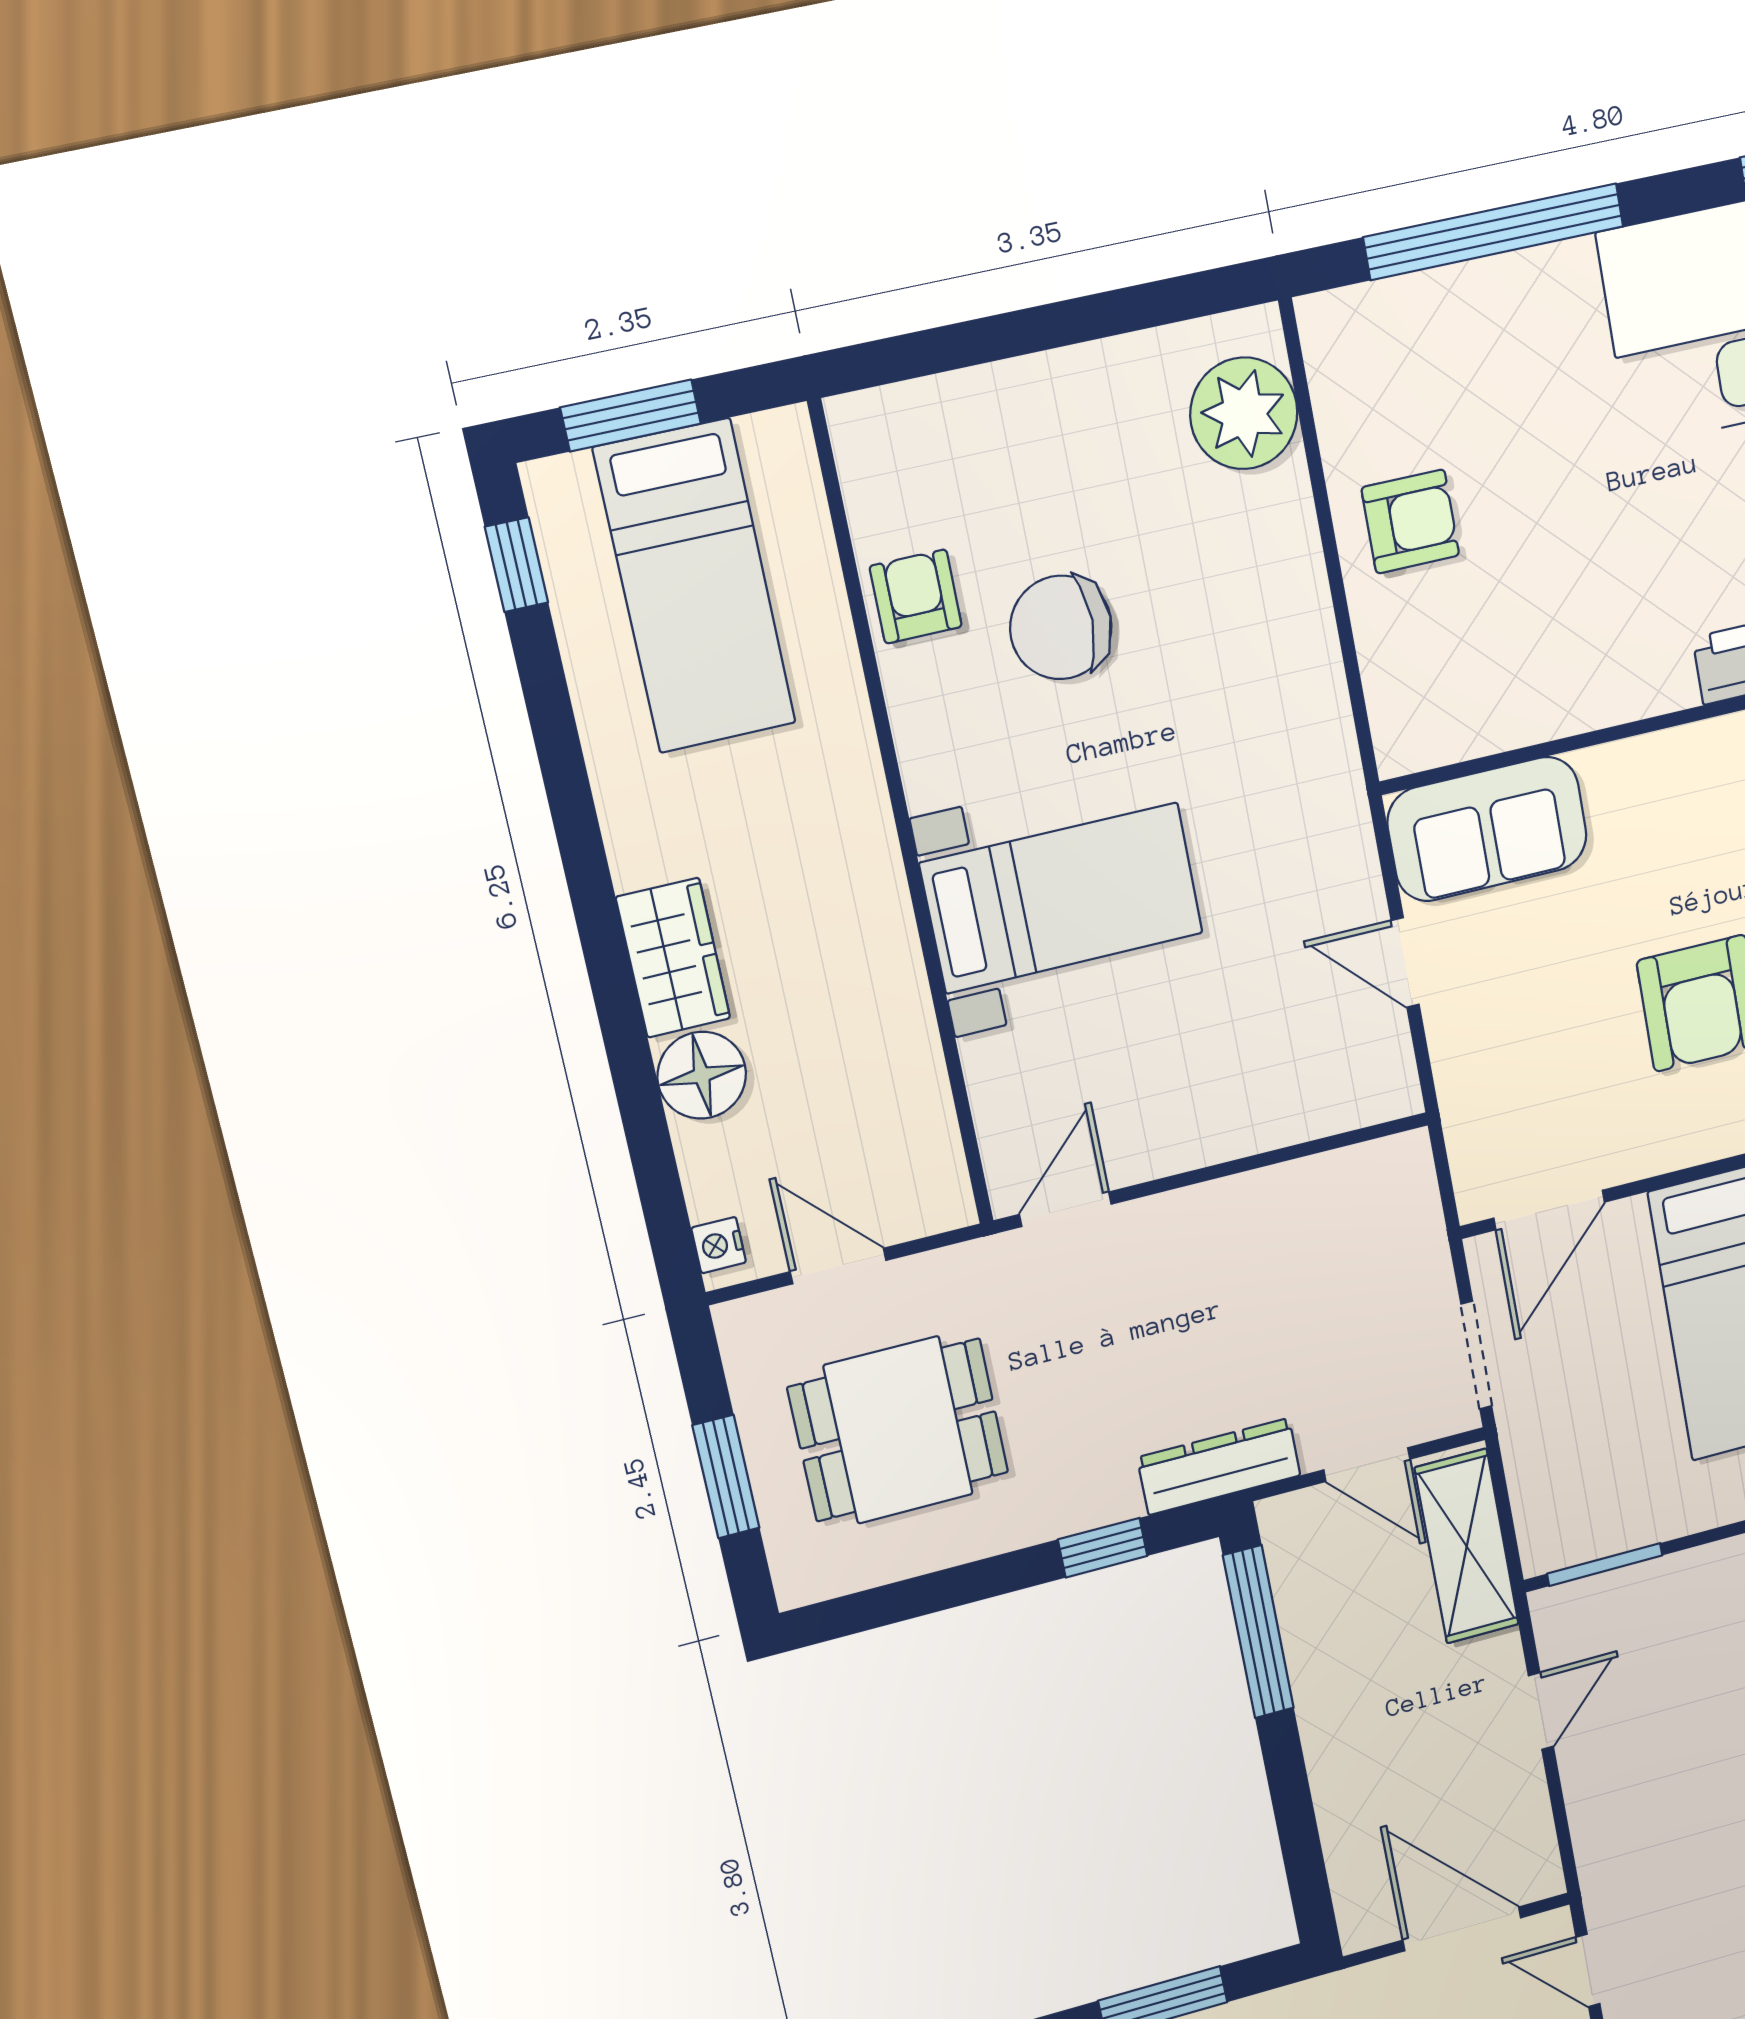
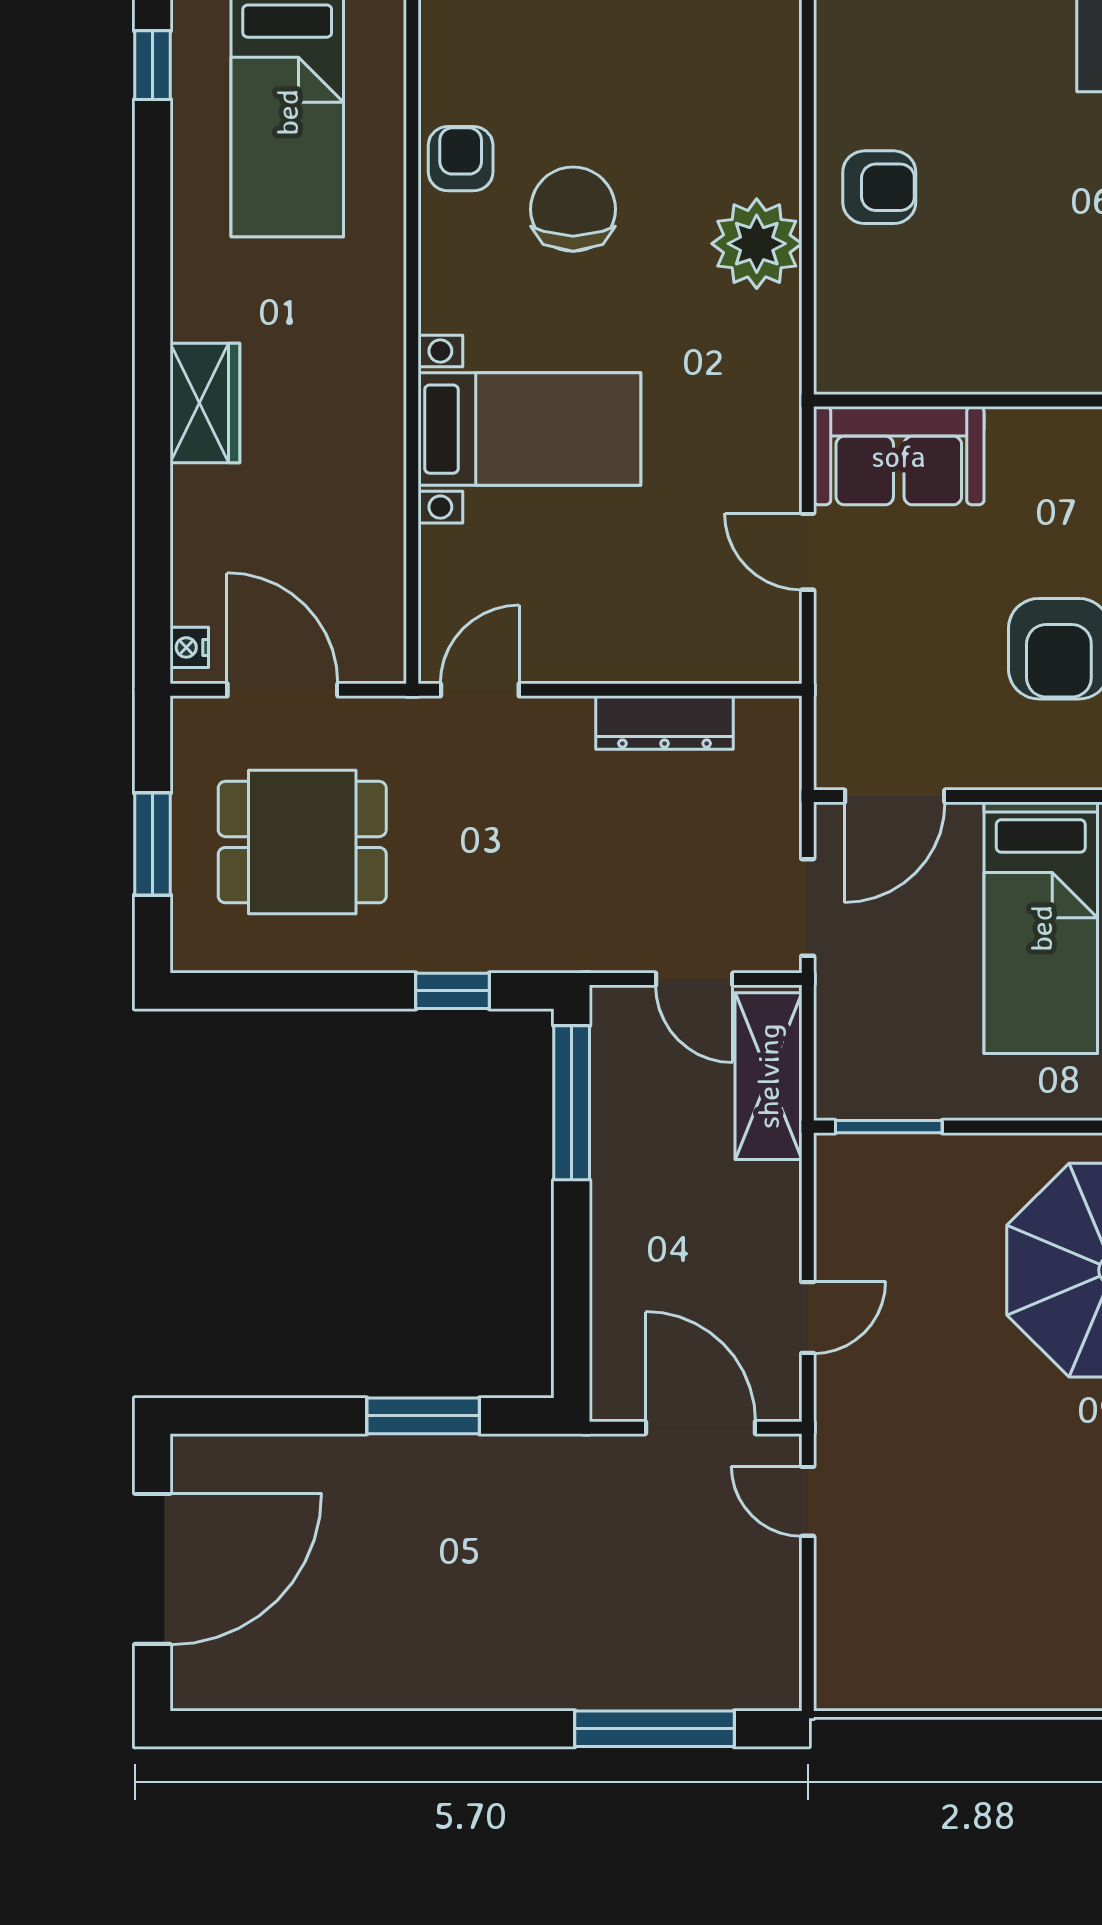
plant: (1244, 413) -> (757, 244), moved
chair: (1061, 627) -> (573, 209), turned 90
floor lamp: (702, 1075) -> (207, 504), removed
door: (838, 1266) -> (282, 690), width x1.38
dresser: (1219, 1466) -> (665, 723), moved, turned 180
door: (1541, 1711) -> (808, 1317), moved

